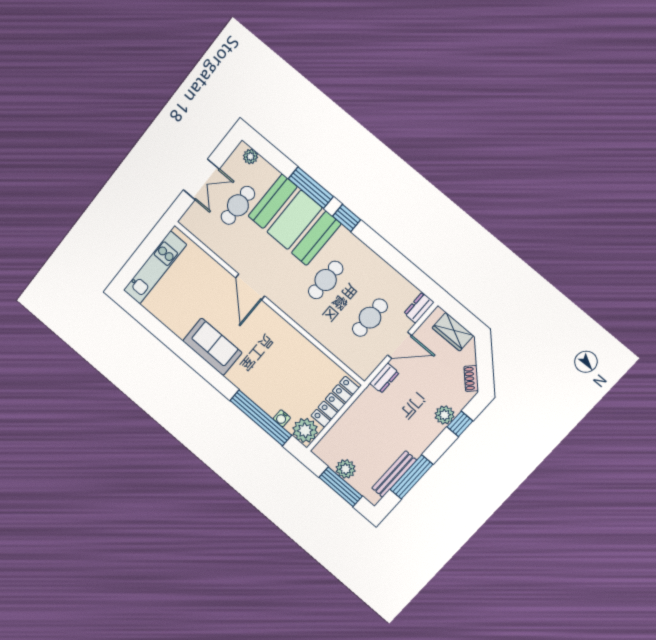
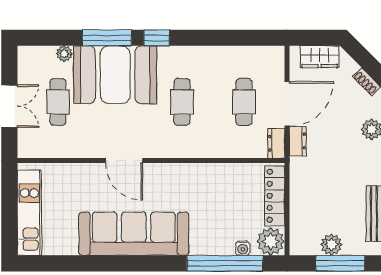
plant: (250, 157) -> (64, 54), moved
dresser: (419, 308) -> (276, 143), moved
door: (400, 345) -> (287, 104), width x1.36
sofa: (212, 347) -> (134, 234), width x1.85, depth x1.27

